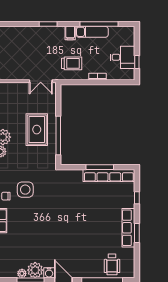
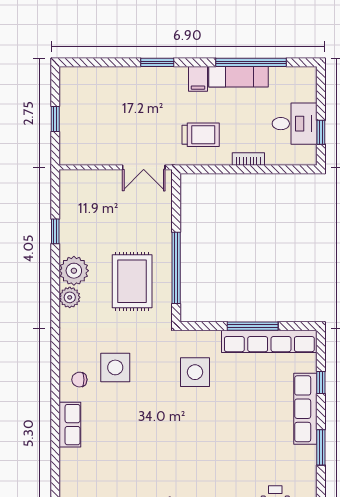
rug: (37, 130) -> (132, 281), moved
side table: (69, 192) -> (195, 372), added
row of seats: (128, 228) -> (305, 409), moved

